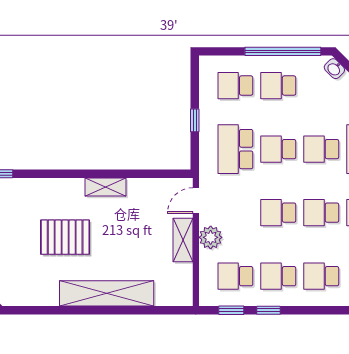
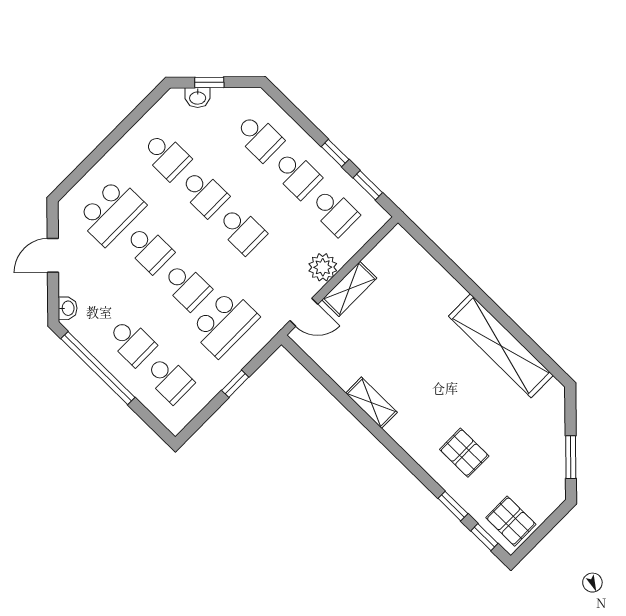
pallet: (65, 237) -> (464, 453), moved, width x0.67, depth x0.71
shelving: (107, 293) -> (501, 346), moved

